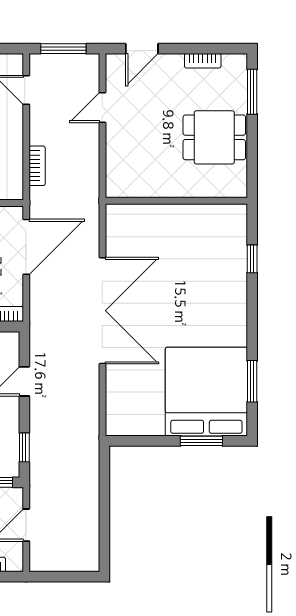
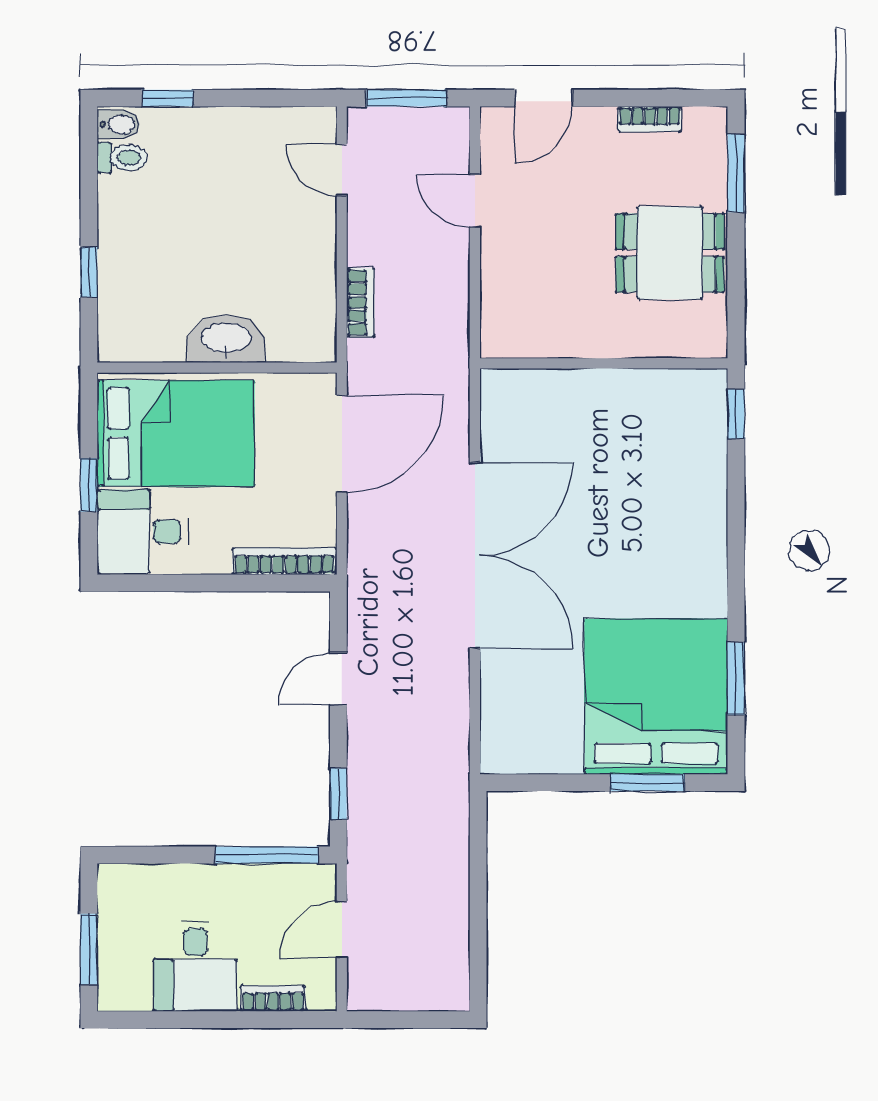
door: (102, 108) -> (475, 201), hinge flipped
window: (252, 259) -> (736, 414), moved

